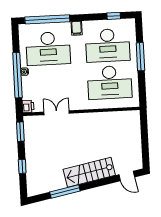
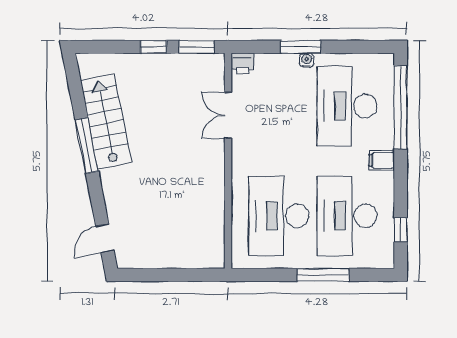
window: (17, 75) -> (301, 47), width x0.47
double door: (57, 113) -> (228, 115), swing flipped
window: (22, 166) -> (154, 47), moved
stairs: (89, 172) -> (106, 122), moved
window: (65, 191) -> (87, 146), moved

